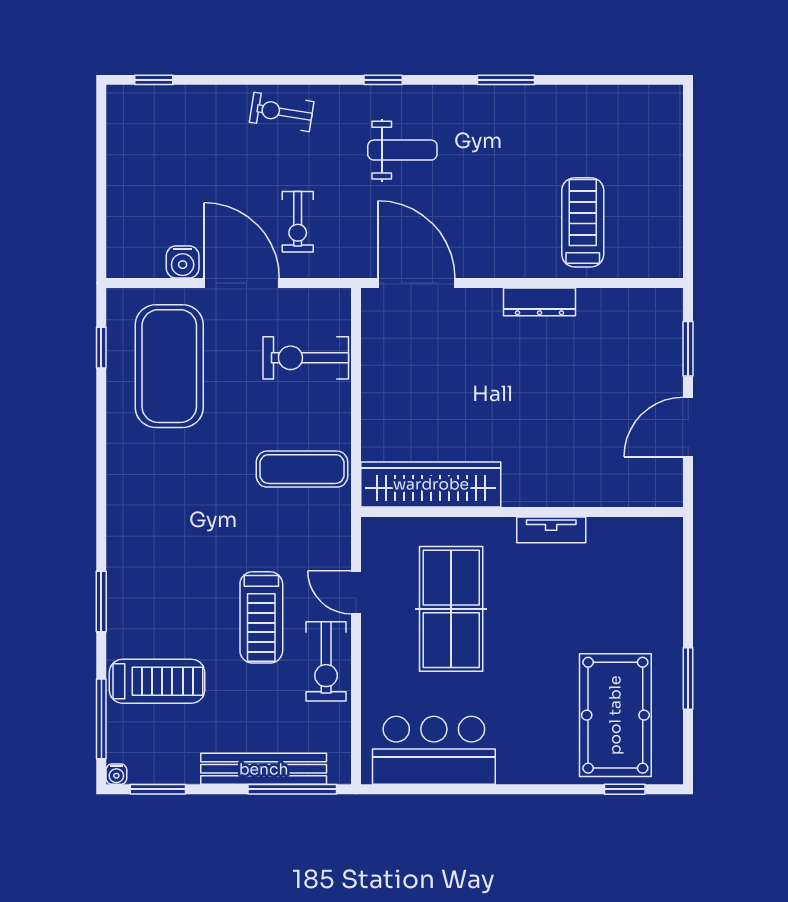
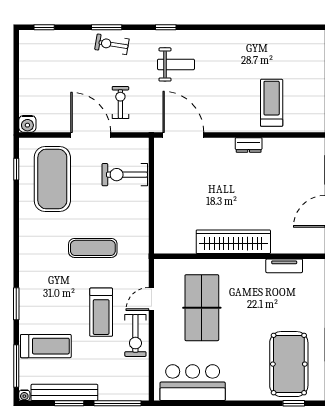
window: (506, 80) -> (107, 27), moved
exercise bike: (298, 222) -> (120, 102), turned 180
water cooler: (183, 262) -> (27, 124), moved
dresser: (540, 302) -> (249, 145), width x0.70
exercise mat: (302, 469) -> (93, 248), moved
wardrobe: (431, 484) -> (233, 242), moved
tv unit: (551, 530) -> (284, 266), moved
door: (356, 592) -> (151, 299), hinge flipped
bench: (264, 769) -> (64, 392), moved
window: (158, 789) -> (69, 403), moved

